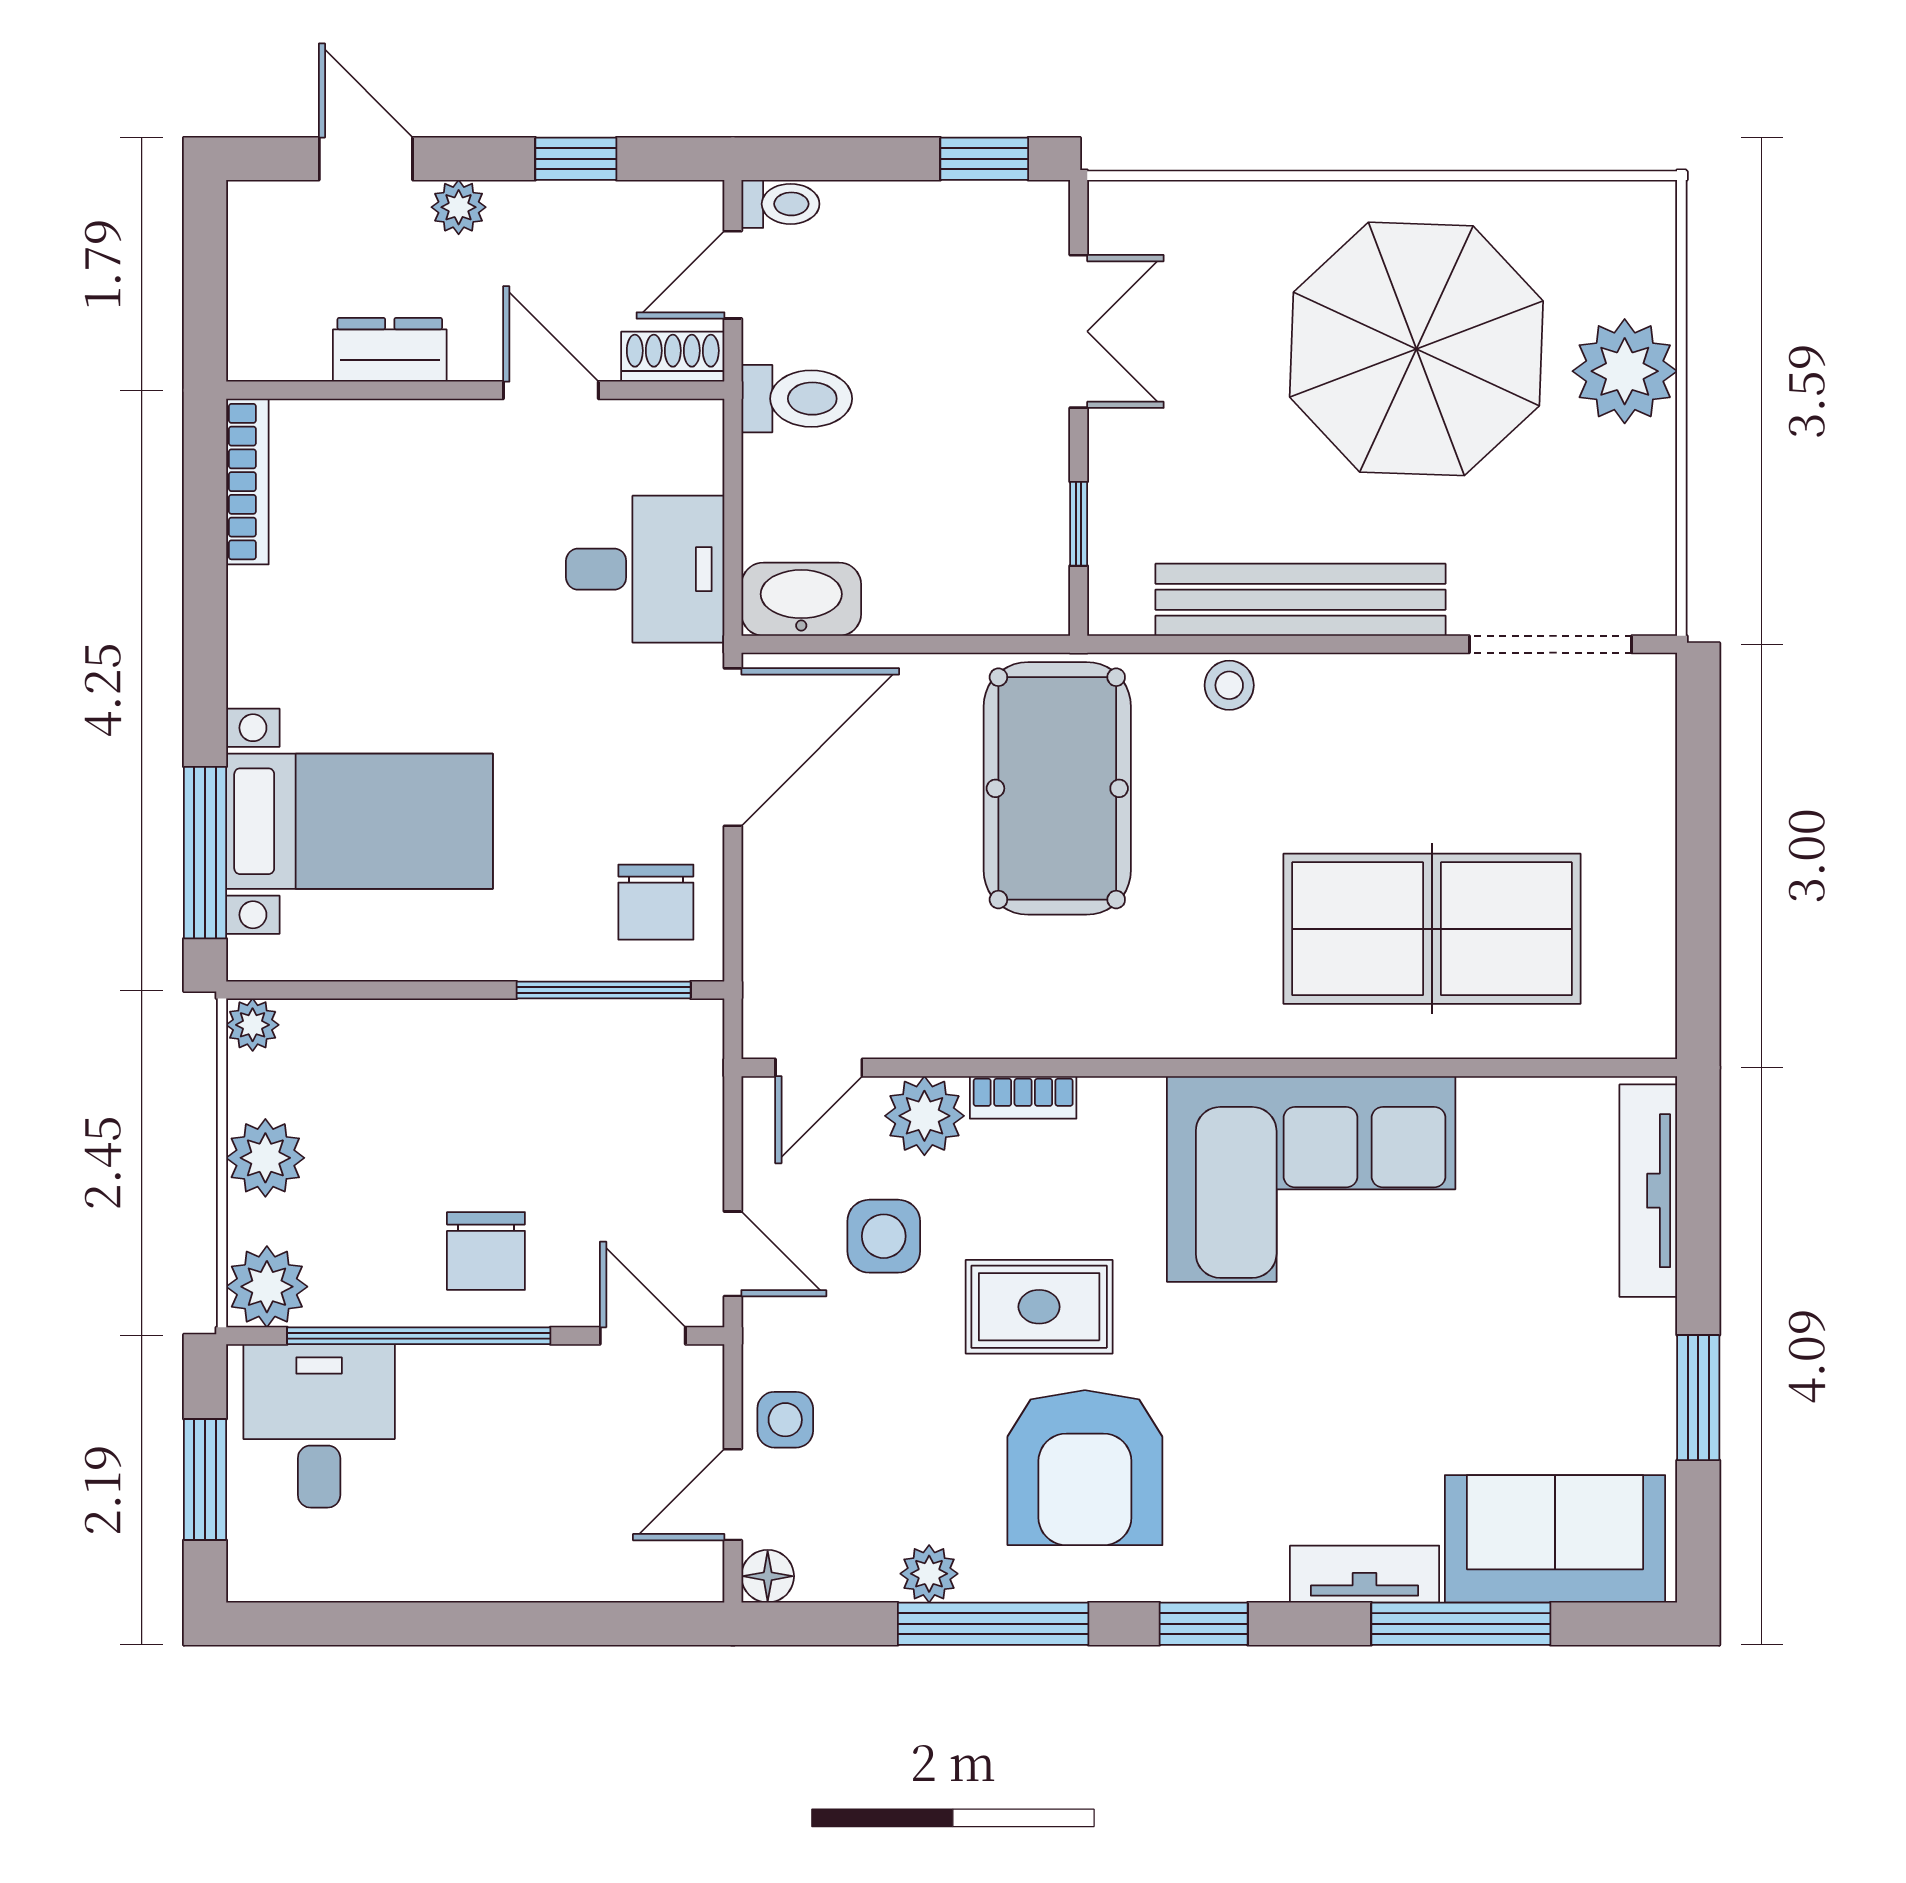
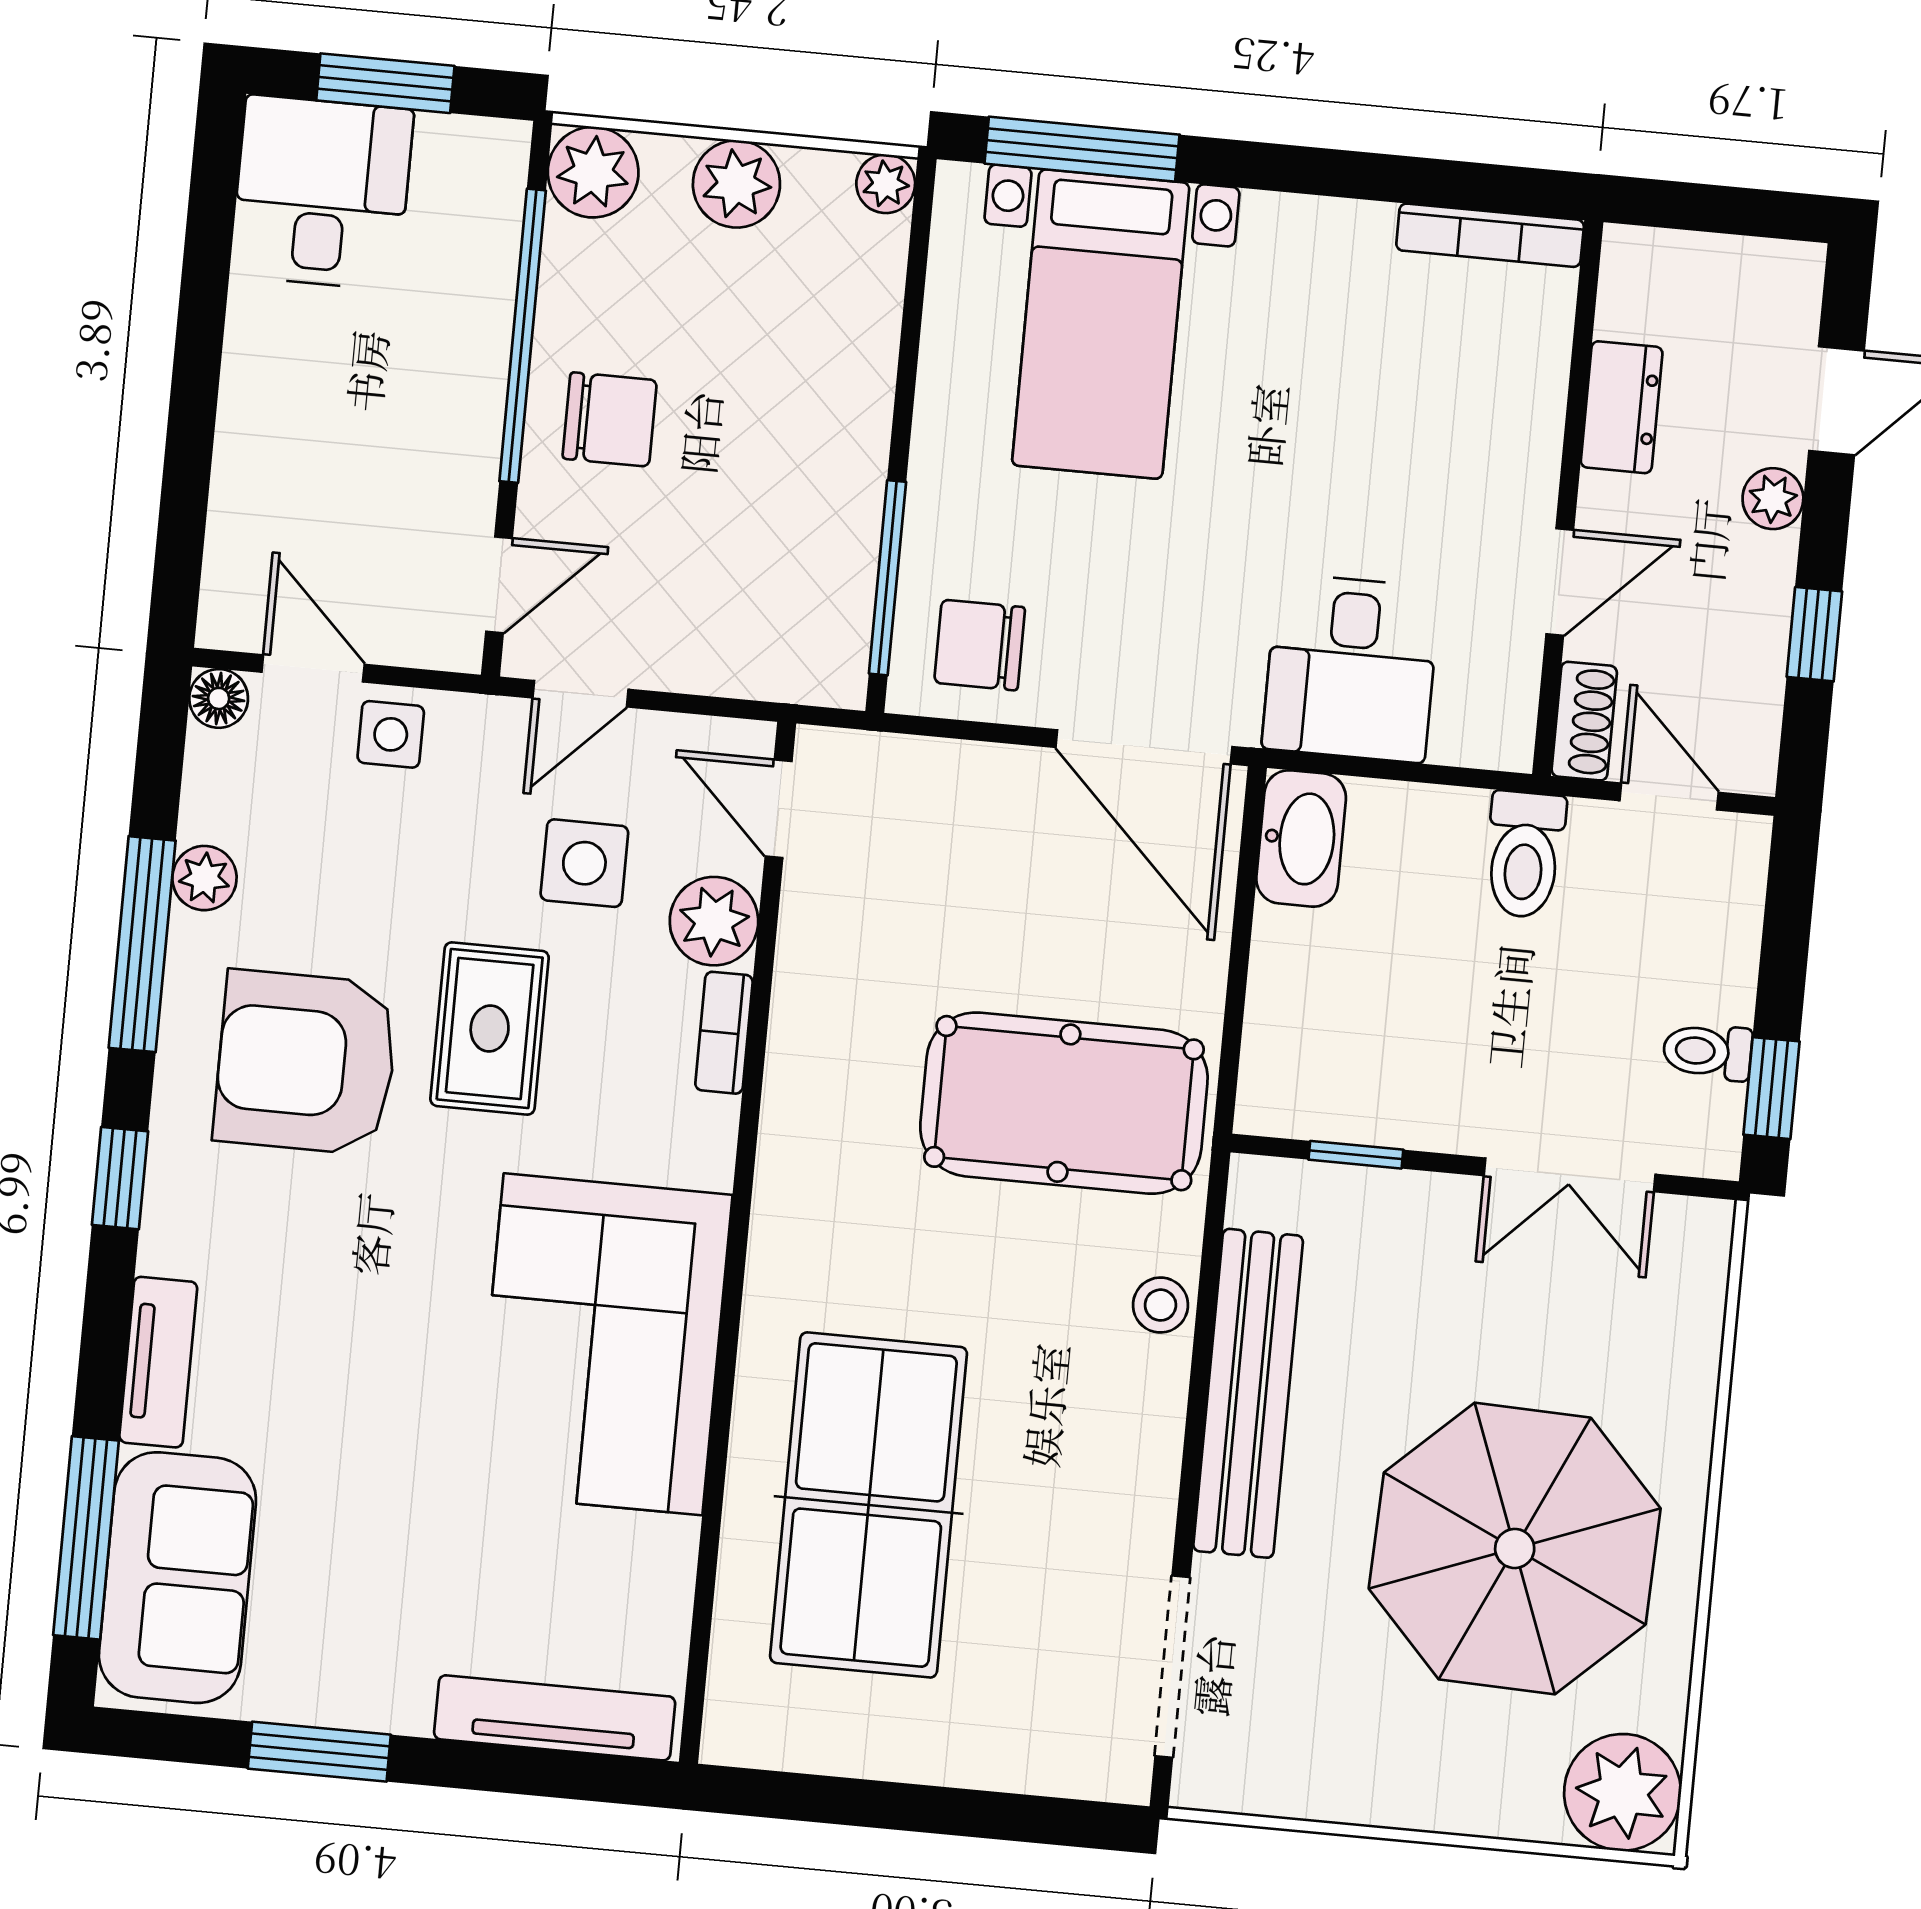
toilet: (780, 204) -> (1707, 1052), moved, turned 90
plant: (1625, 371) -> (1622, 1792), moved
chair: (486, 1251) -> (610, 419), turned 180
desk: (319, 1426) -> (322, 193), moved, turned -90
window: (1461, 1624) -> (86, 1538), moved

